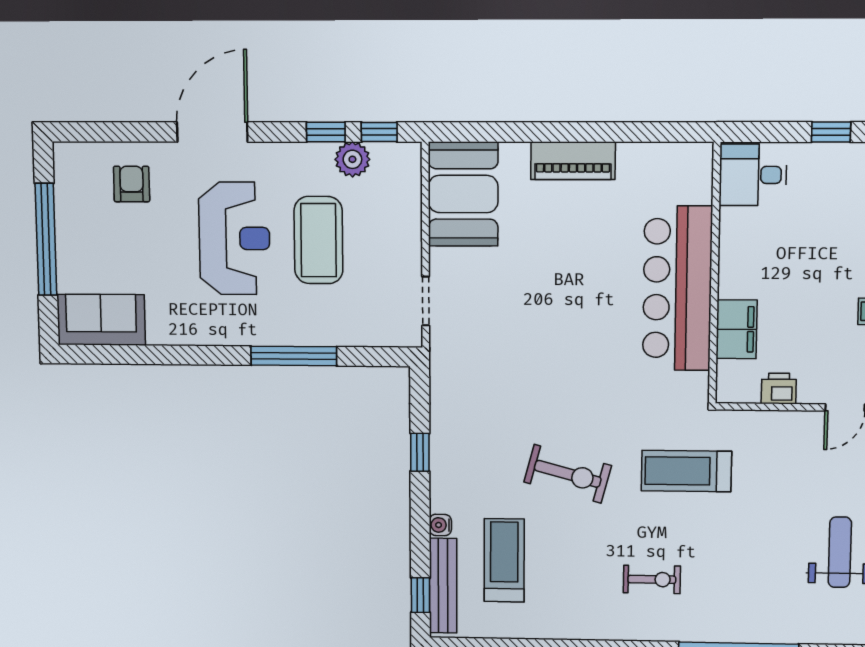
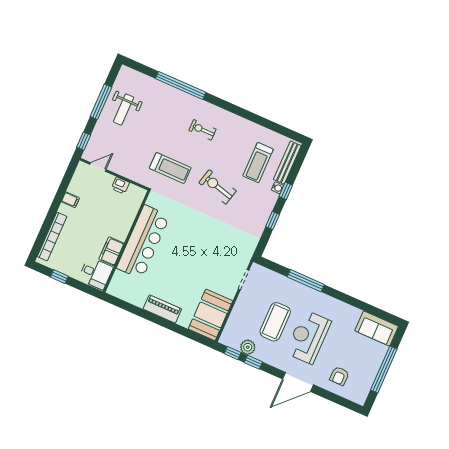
filing cabinet: (737, 329) -> (111, 251), moved
window: (420, 595) -> (286, 191), moved

